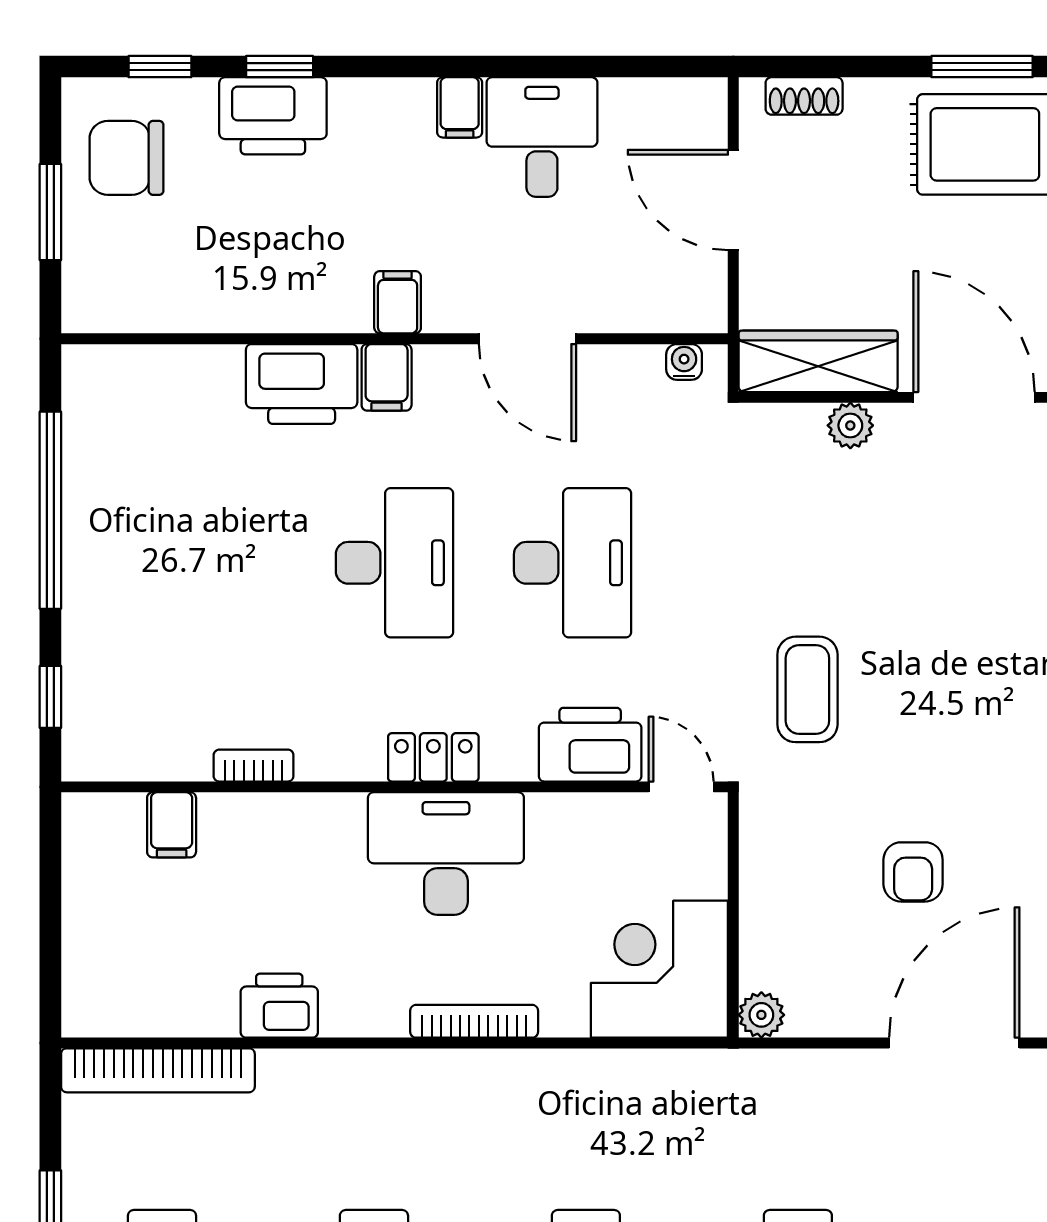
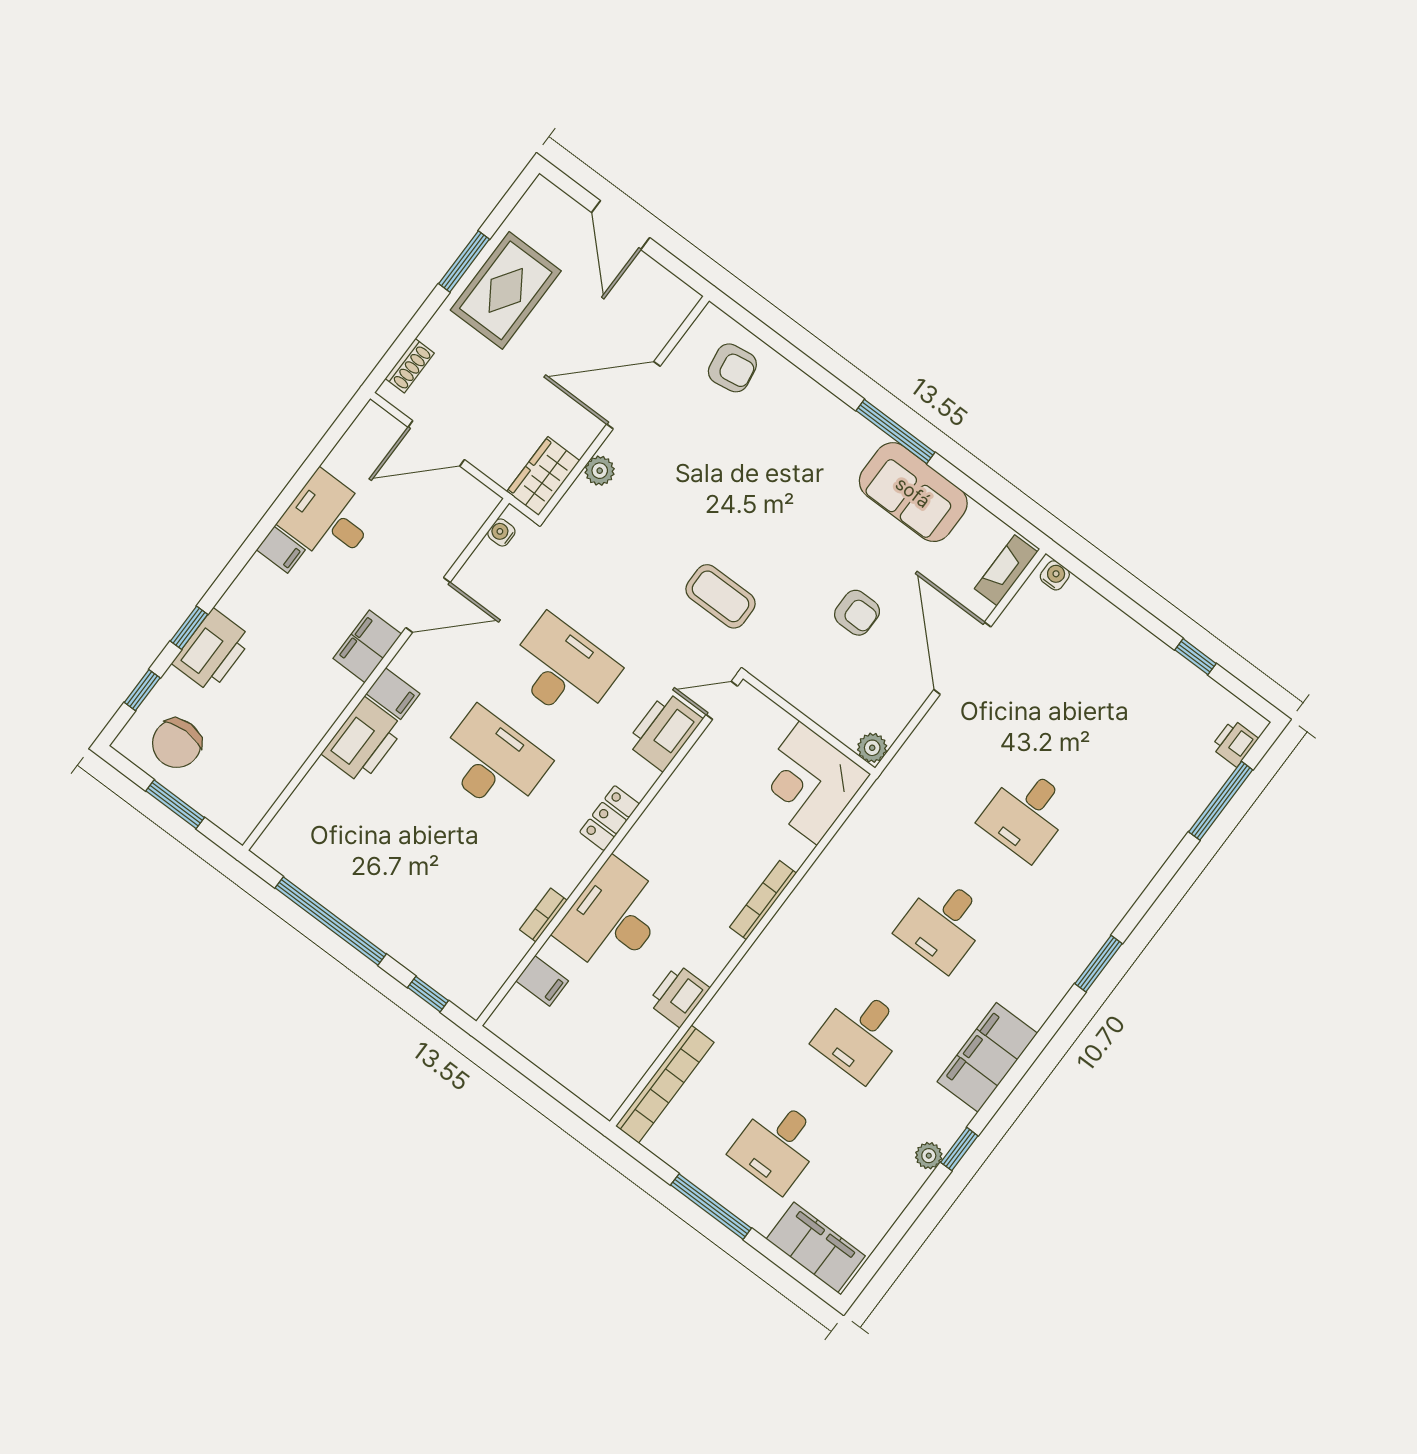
filing cabinet: (398, 302) -> (367, 646), width x2.00
wardrobe: (818, 361) -> (543, 476), width x0.67
desk: (446, 853) -> (613, 918), moved

